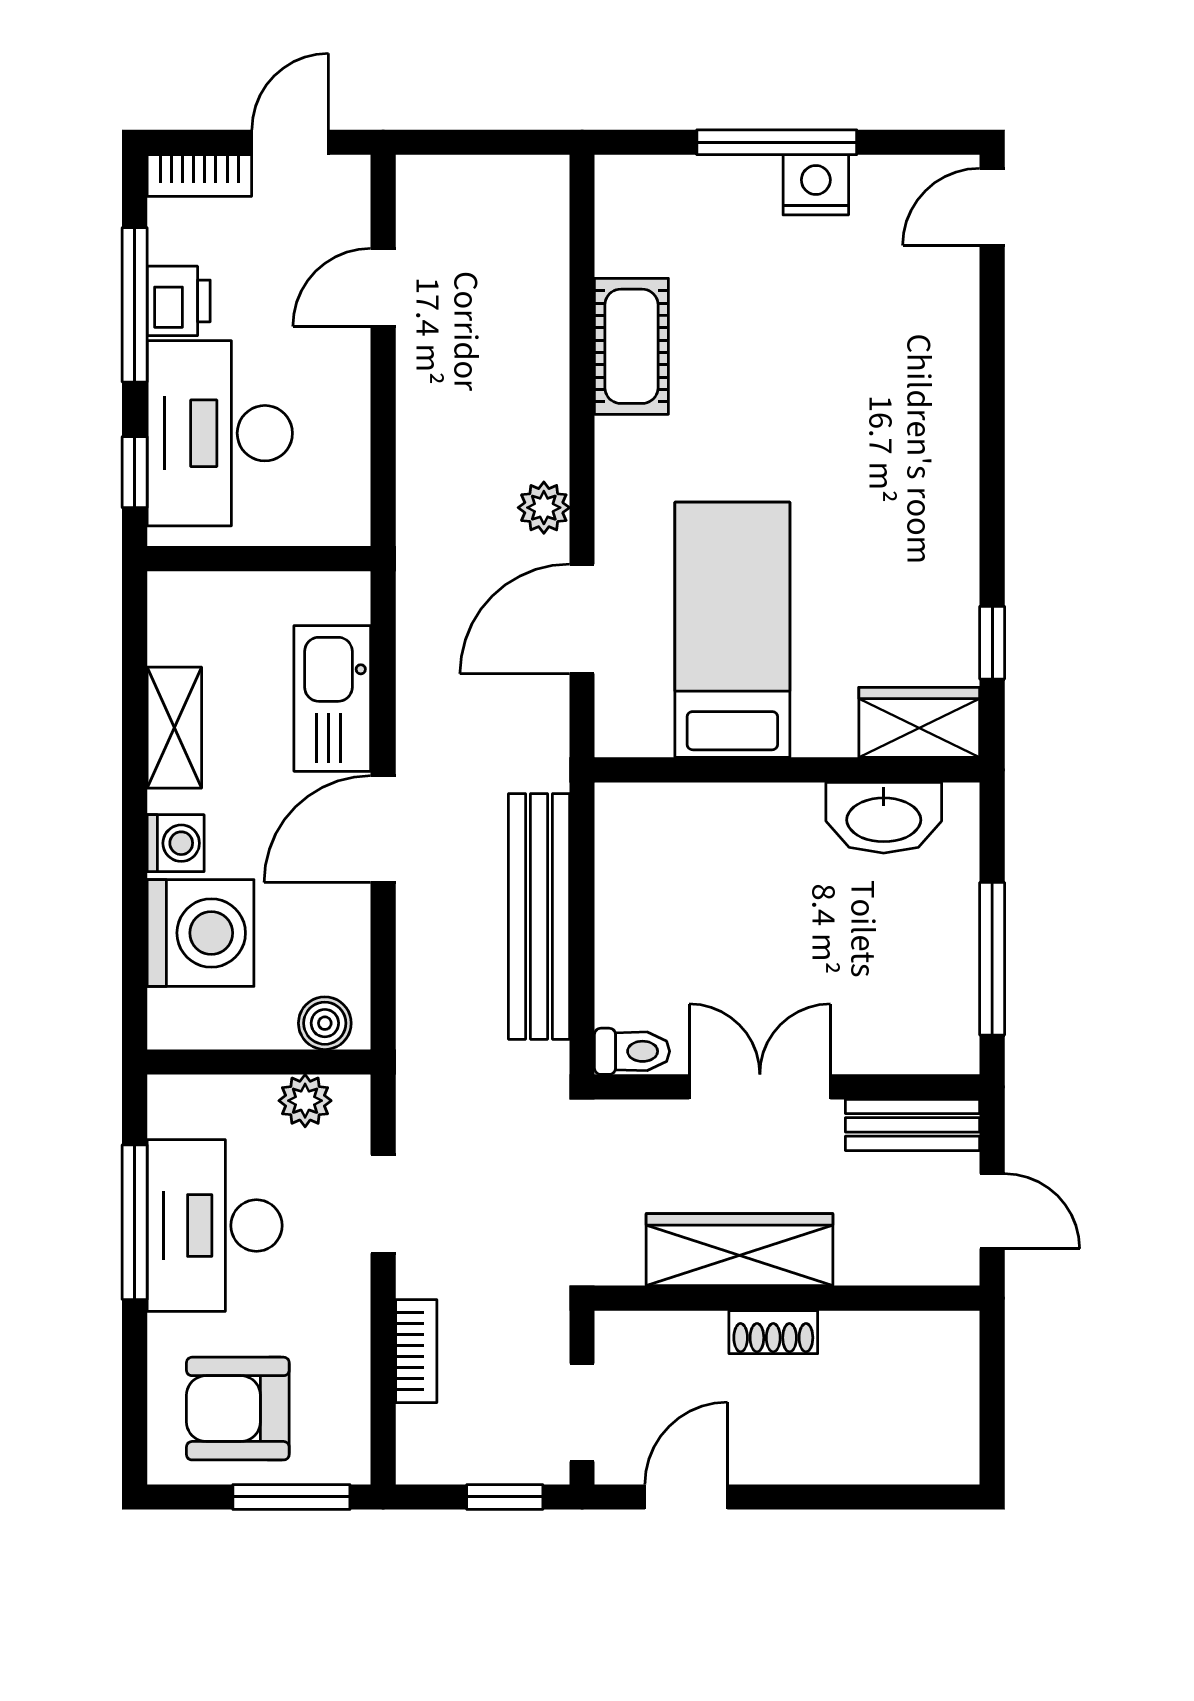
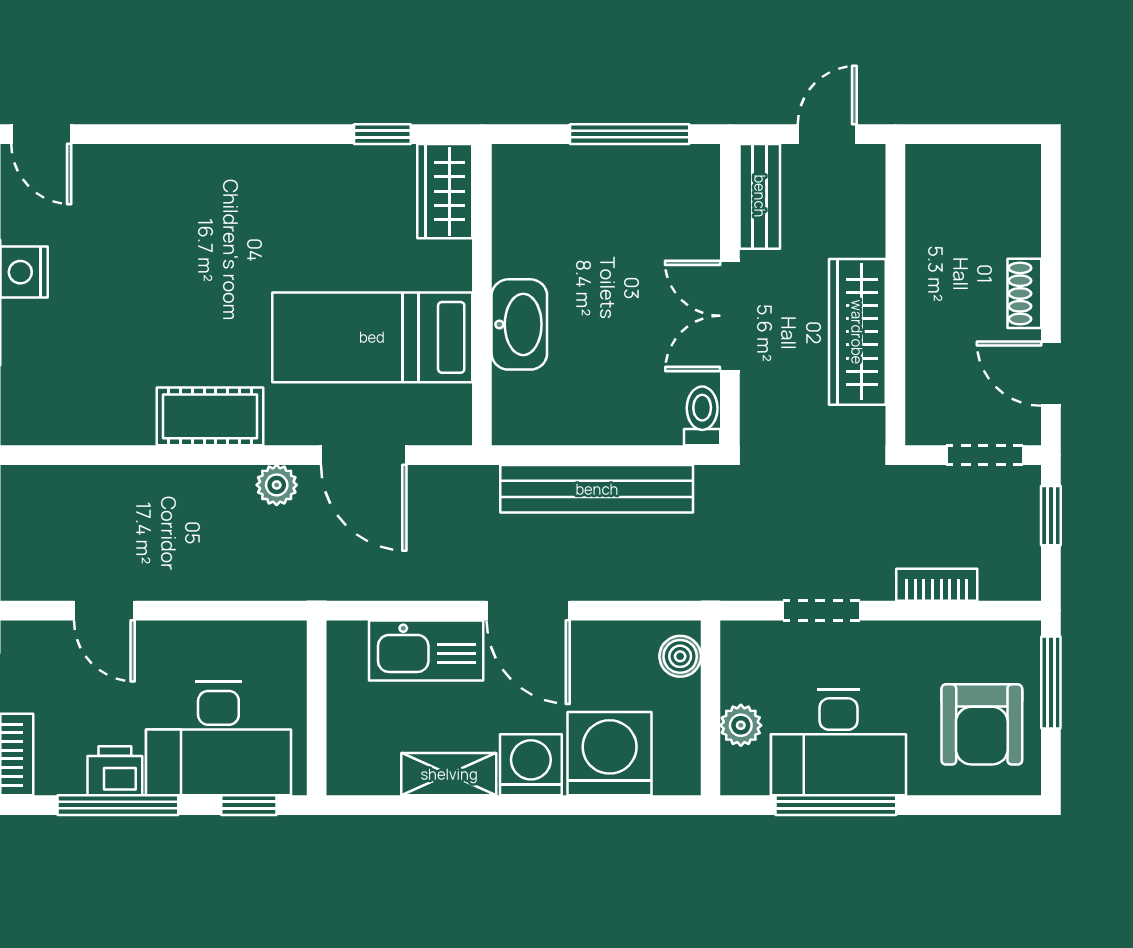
cot: (631, 346) -> (210, 416), moved
washbasin: (884, 818) -> (519, 324), moved
washing machine: (176, 843) -> (531, 765), width x1.38, depth x1.38
plant: (305, 1101) -> (741, 725), moved
shoe rack: (773, 1332) -> (1024, 293), moved, turned 180

